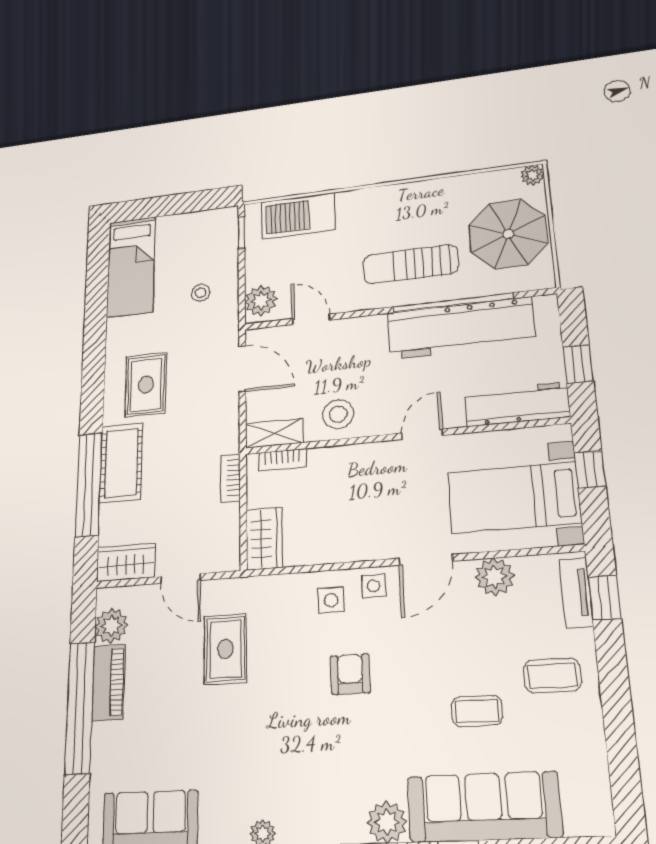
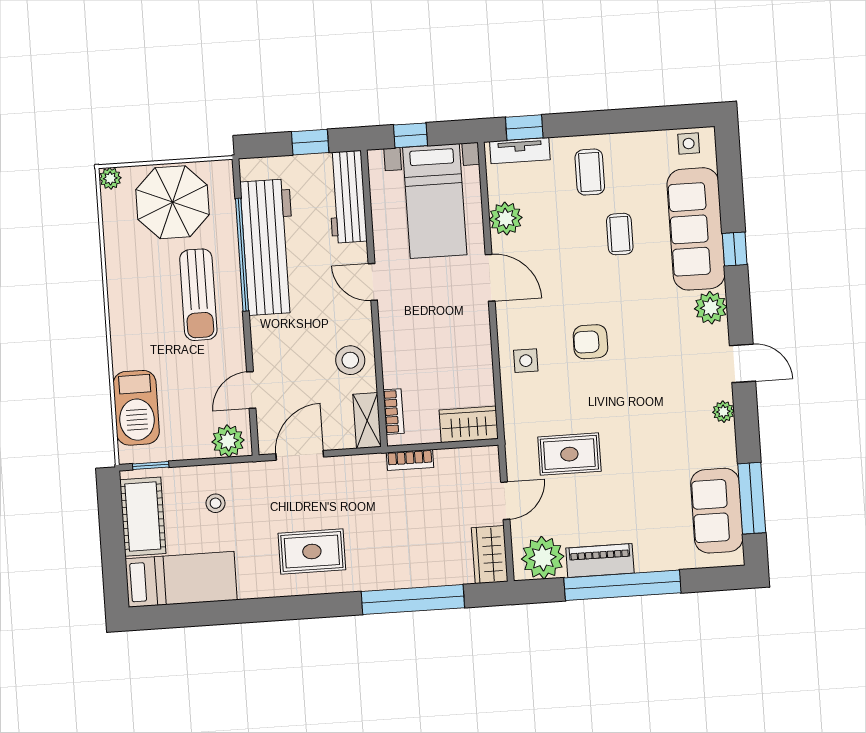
cot: (121, 463) -> (143, 517), moved, turned 90
side table: (373, 586) -> (689, 144), moved
plant: (111, 626) -> (543, 558), width x1.36, depth x1.36

